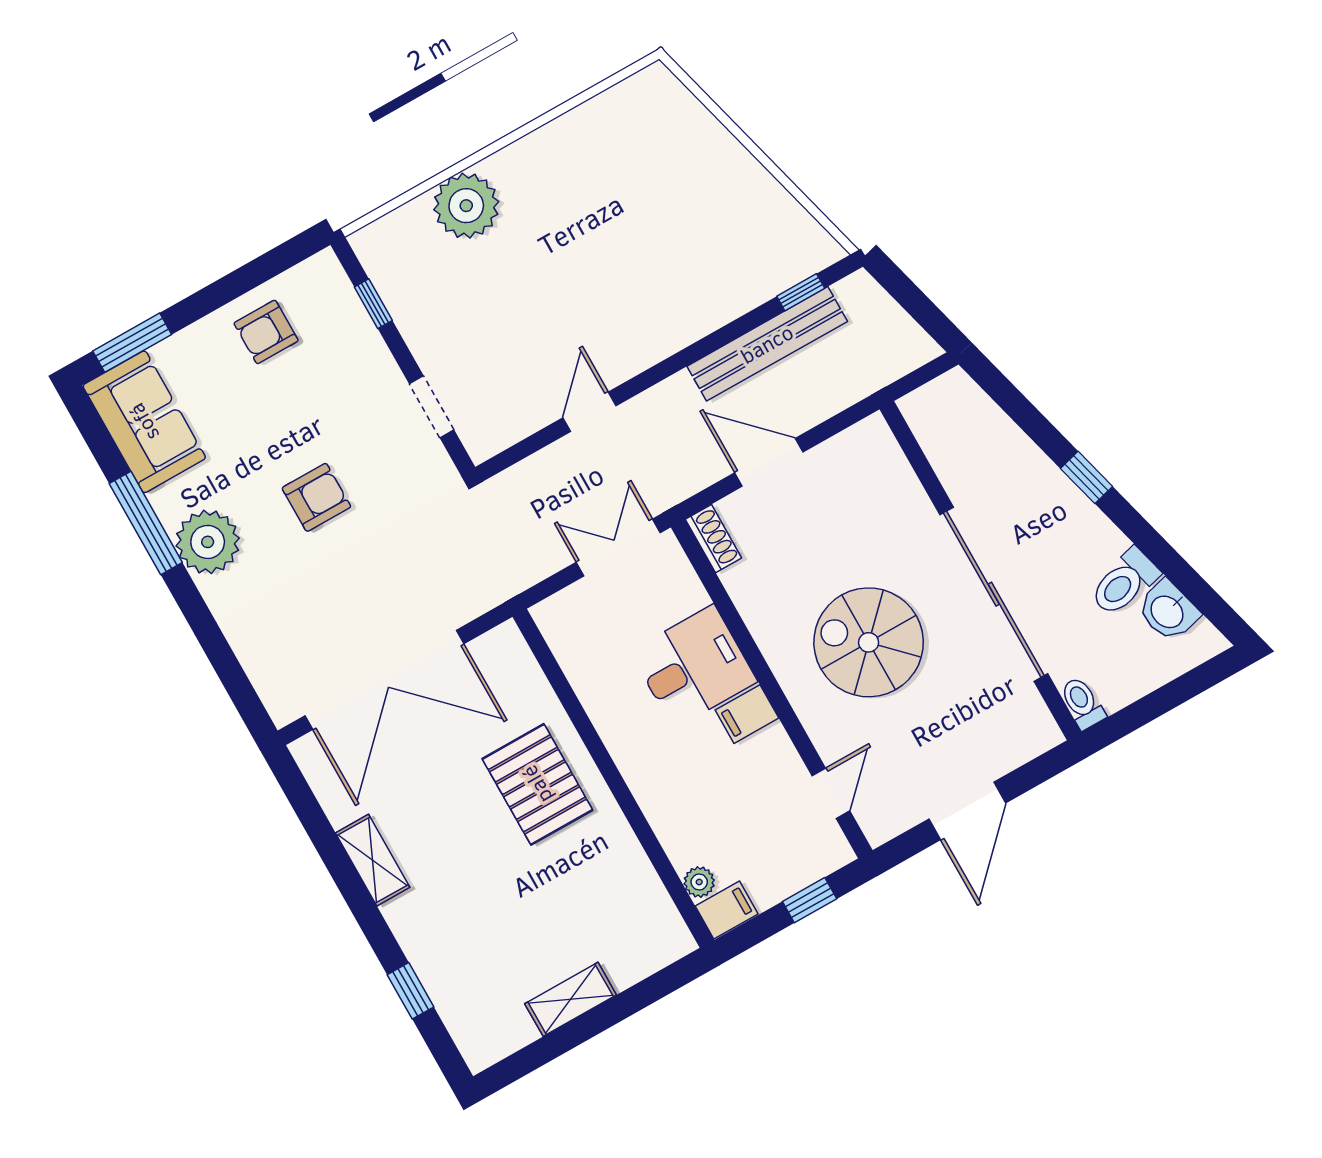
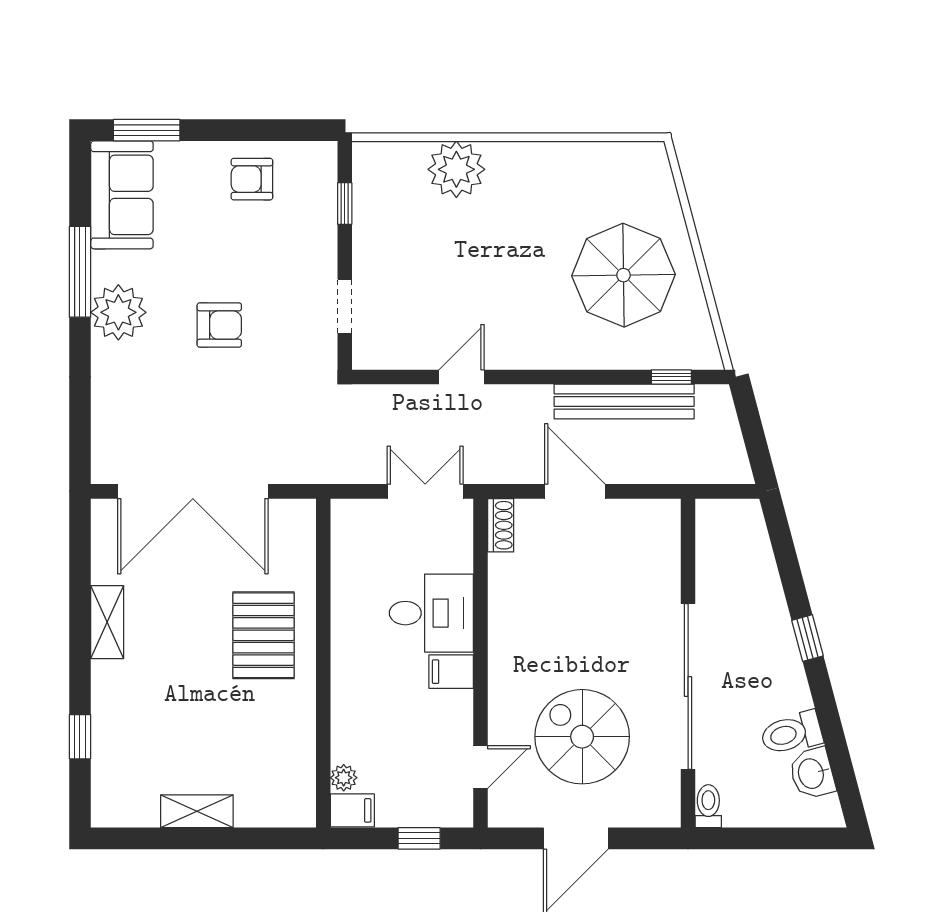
parasol: (695, 217) -> (623, 275), added
spiral stairs: (869, 642) -> (582, 737), moved

